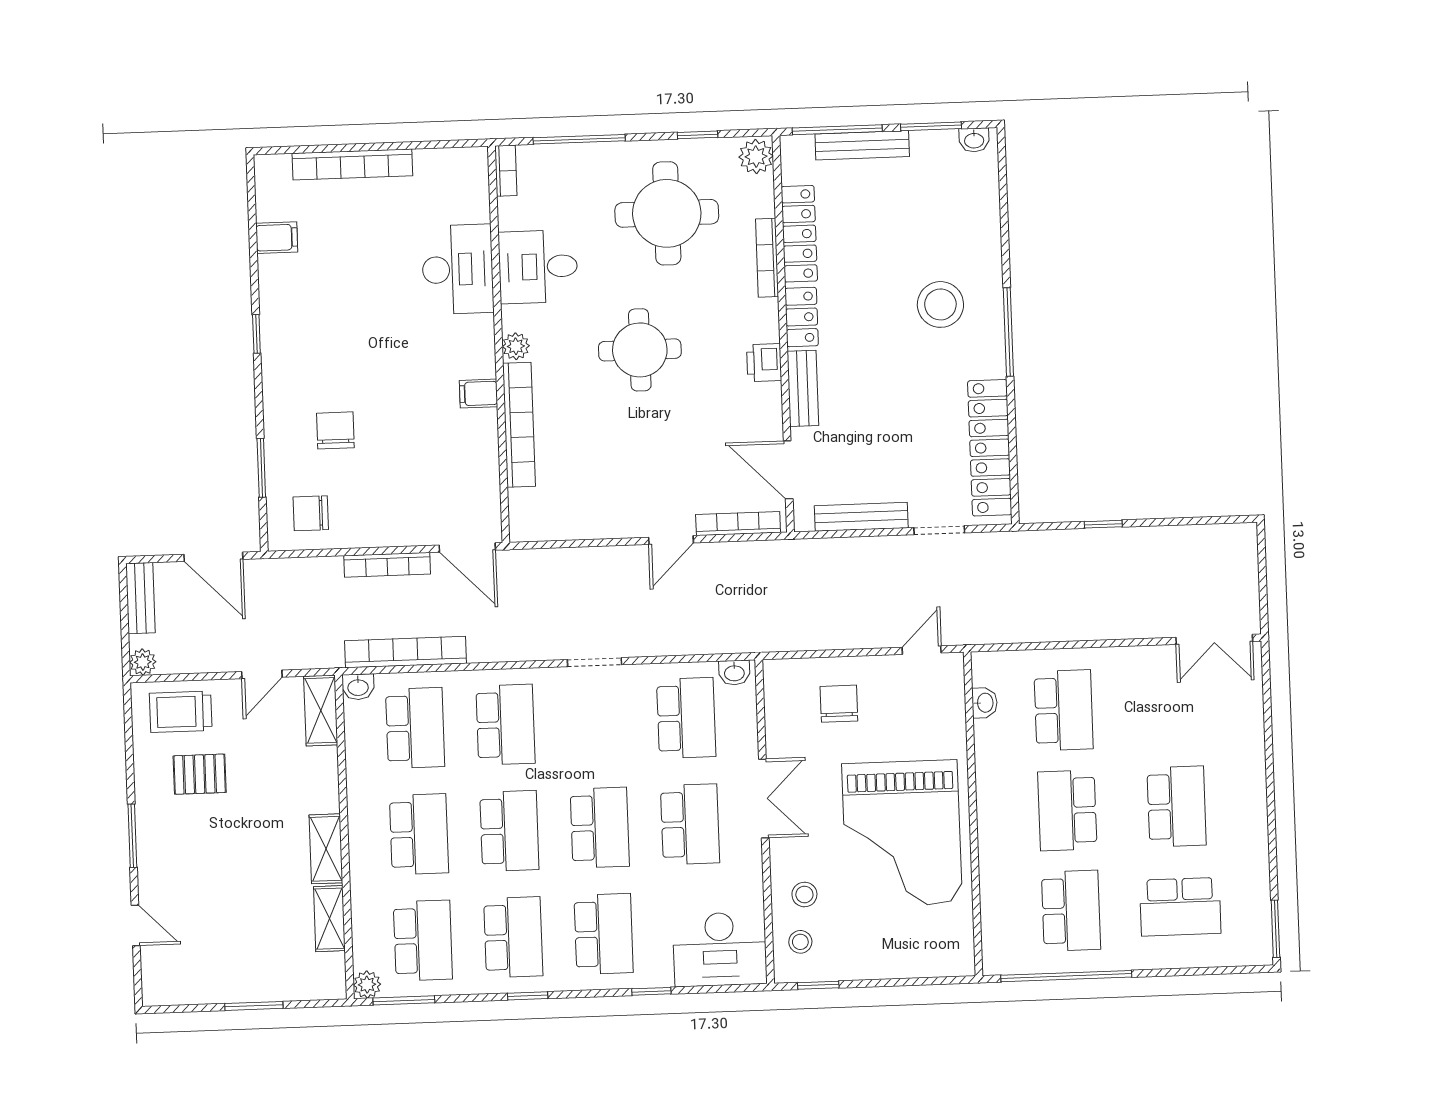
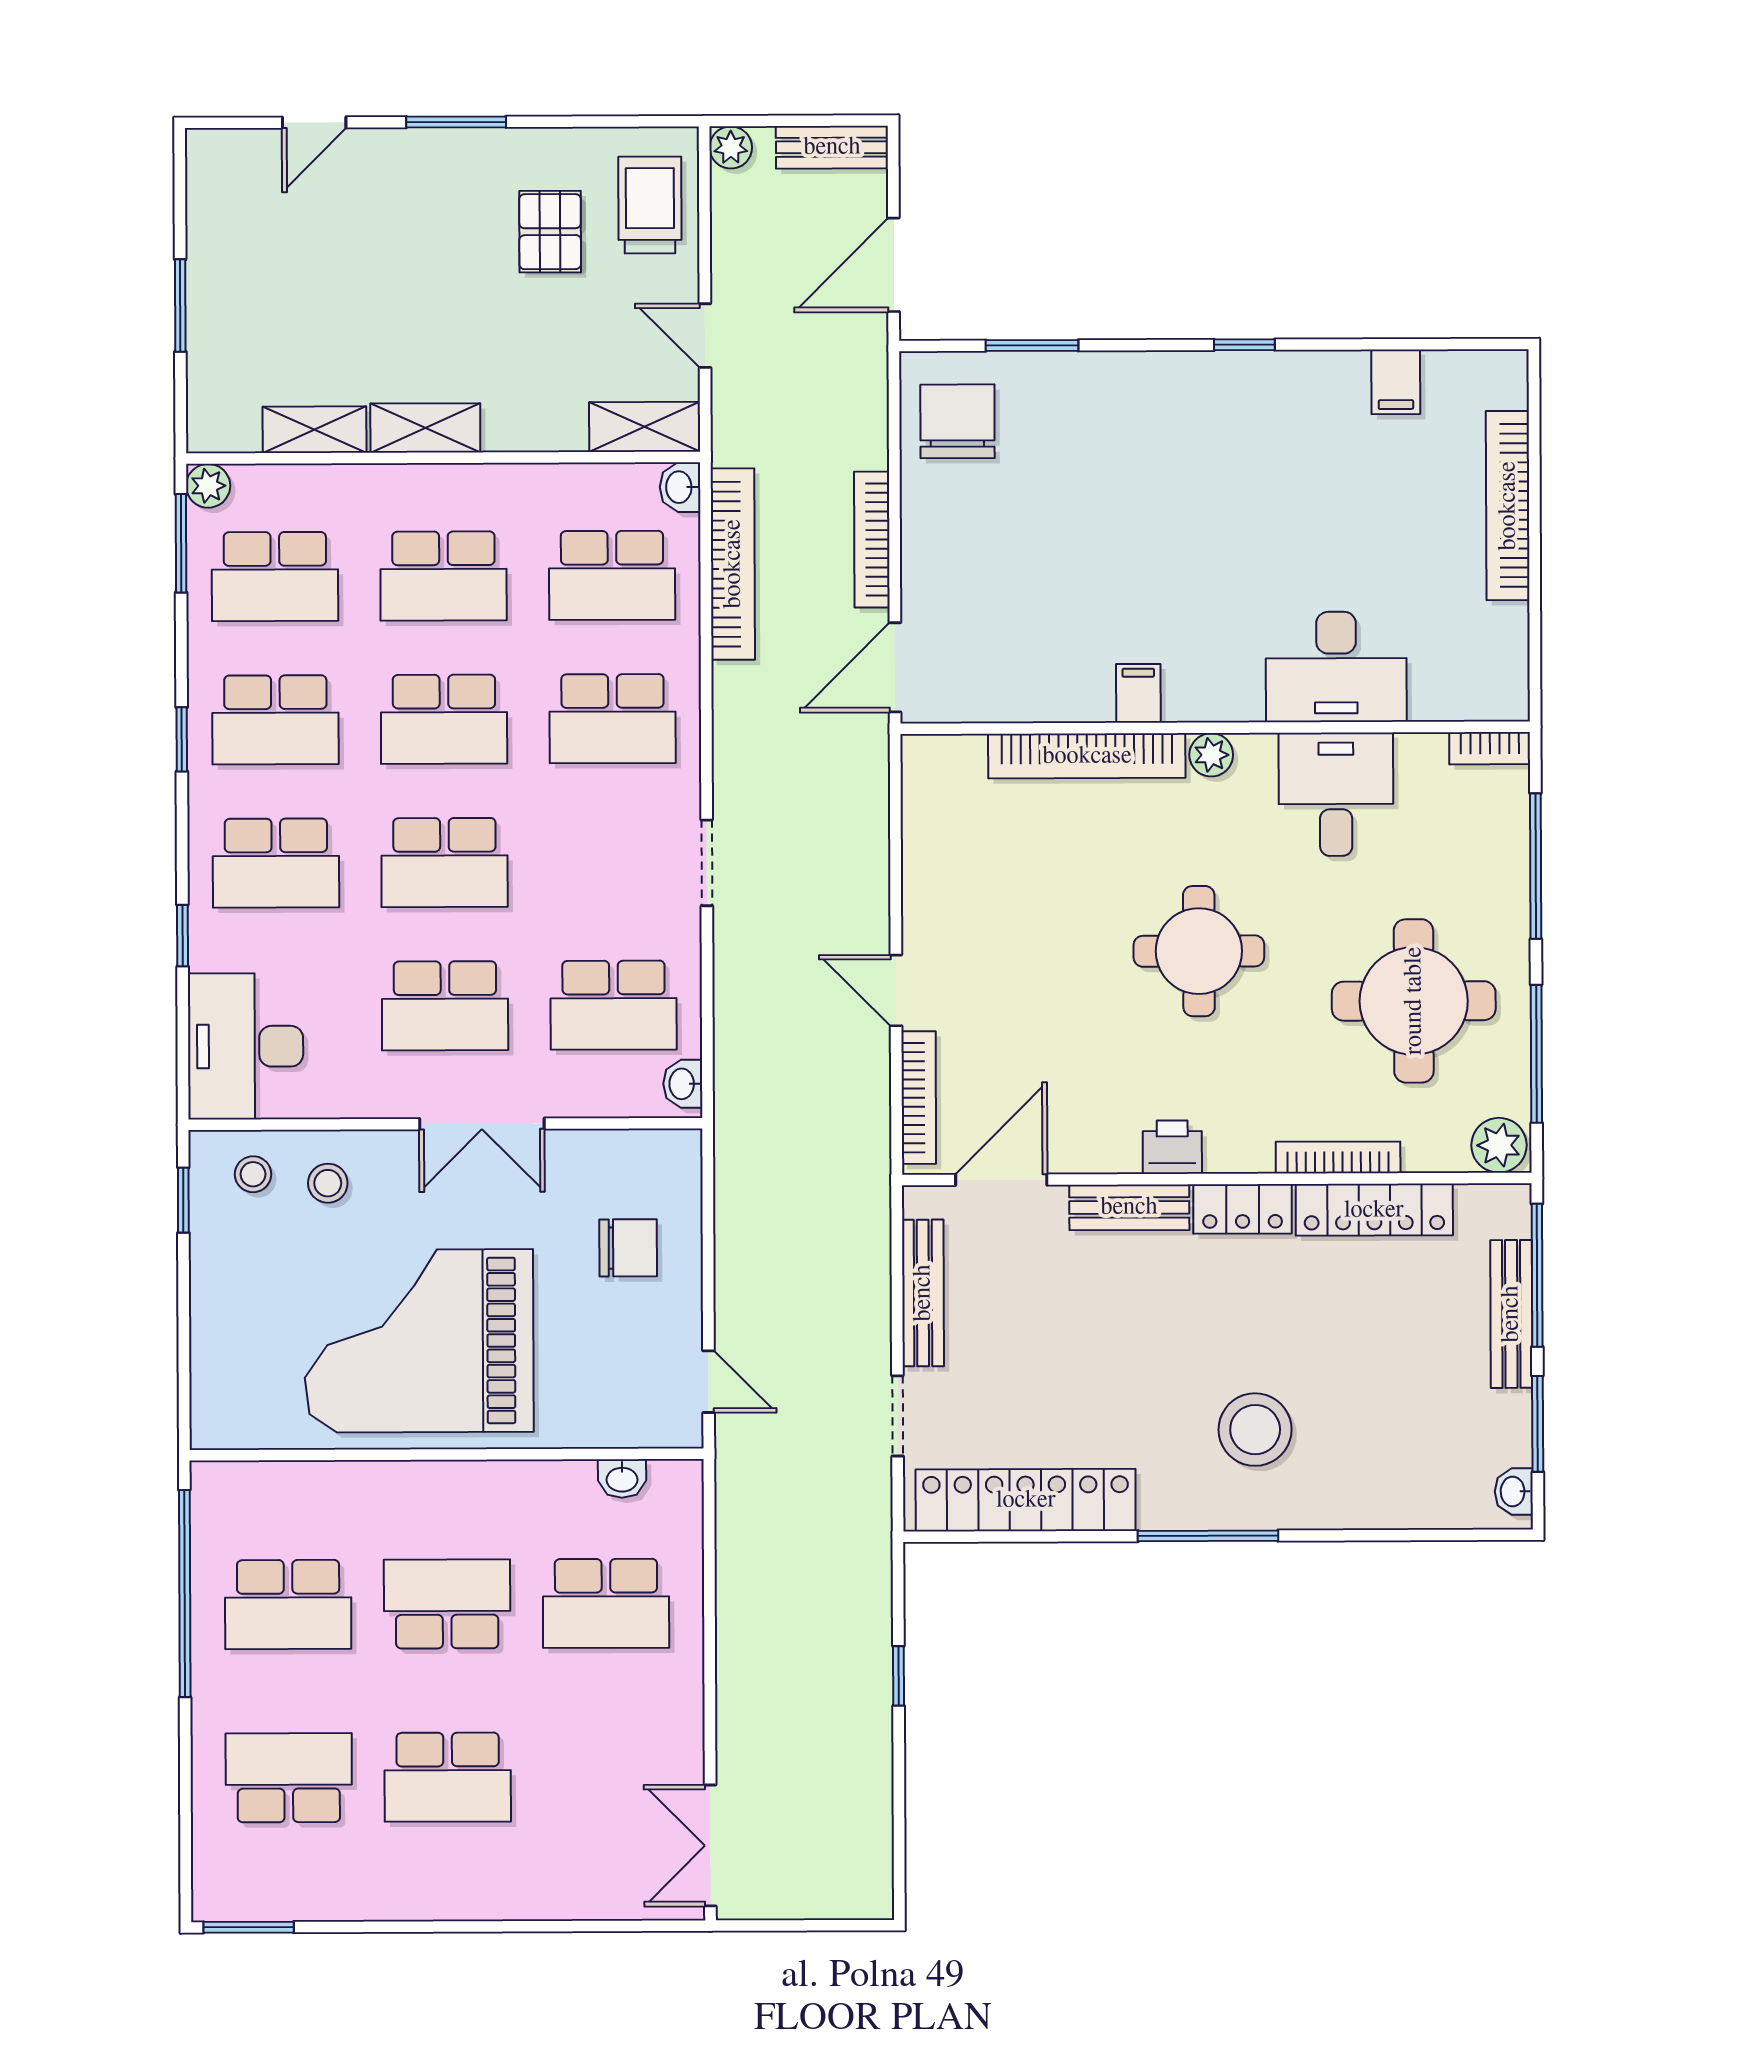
window: (698, 135) -> (1536, 1054), width x2.17
chair: (335, 430) -> (1087, 465), removed
chair: (311, 513) -> (957, 421), width x1.37, depth x1.37
school desk: (1180, 907) -> (289, 1778), turned 90

